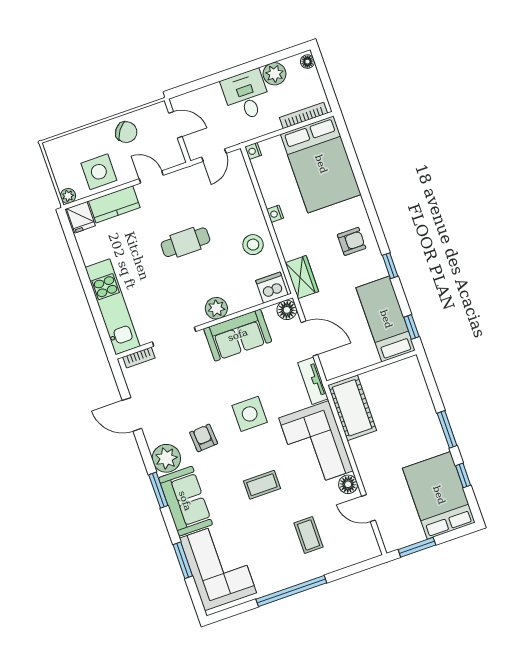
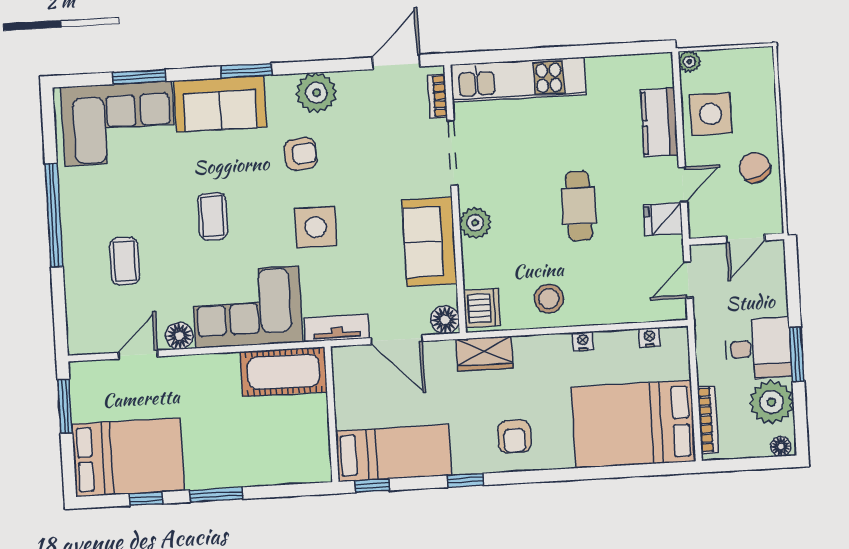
window: (243, 69) -> (797, 354), added
plant: (275, 74) -> (771, 402), width x1.36, depth x1.36
chair: (126, 132) -> (755, 168), turned 117
nightstand: (253, 151) -> (649, 337), moved
door: (214, 155) -> (688, 280), hinge flipped
fridge: (81, 217) -> (663, 219), moved
door: (309, 339) -> (397, 340), hinge flipped
door: (132, 414) -> (396, 62), moved
plant: (166, 458) -> (316, 93), moved
coffee table: (309, 535) -> (125, 261), turned 90

